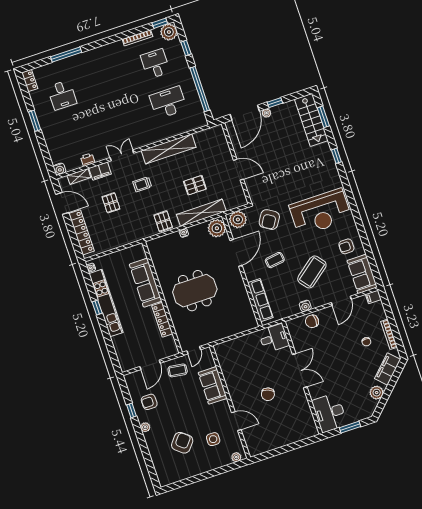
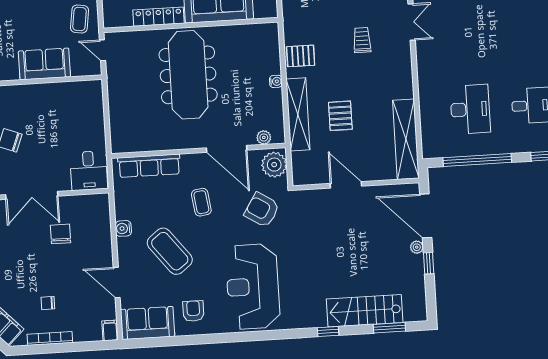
stairs: (311, 120) -> (365, 311), moved
shelving: (169, 149) -> (406, 139), moved
door: (239, 170) -> (346, 185), swing flipped
plant: (217, 228) -> (264, 137), width x0.53, depth x0.53
meeting table: (195, 291) -> (188, 75), width x1.36
chair: (312, 321) -> (61, 234), moved

